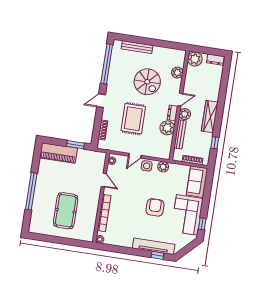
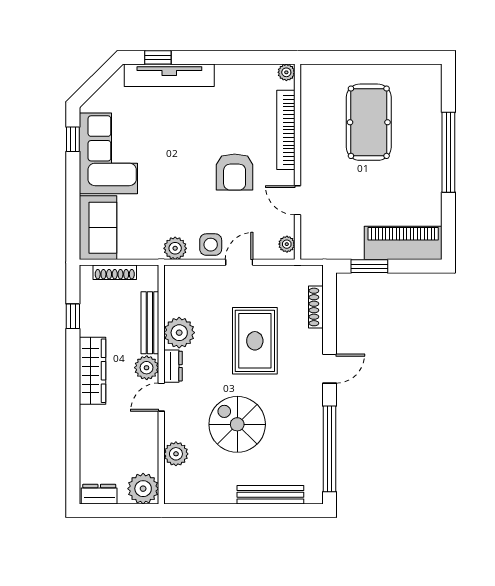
armchair: (155, 207) -> (235, 172), moved

